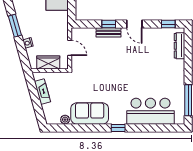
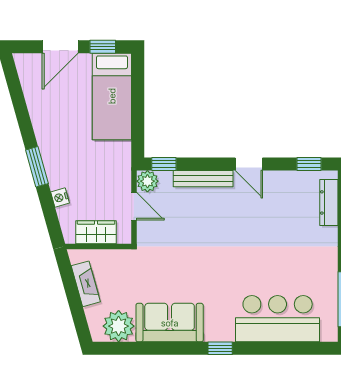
window: (109, 24) -> (164, 164), moved
bench: (109, 32) -> (203, 179), width x1.36
plant: (77, 34) -> (147, 181), added
plant: (65, 120) -> (119, 326), width x1.88, depth x1.88

